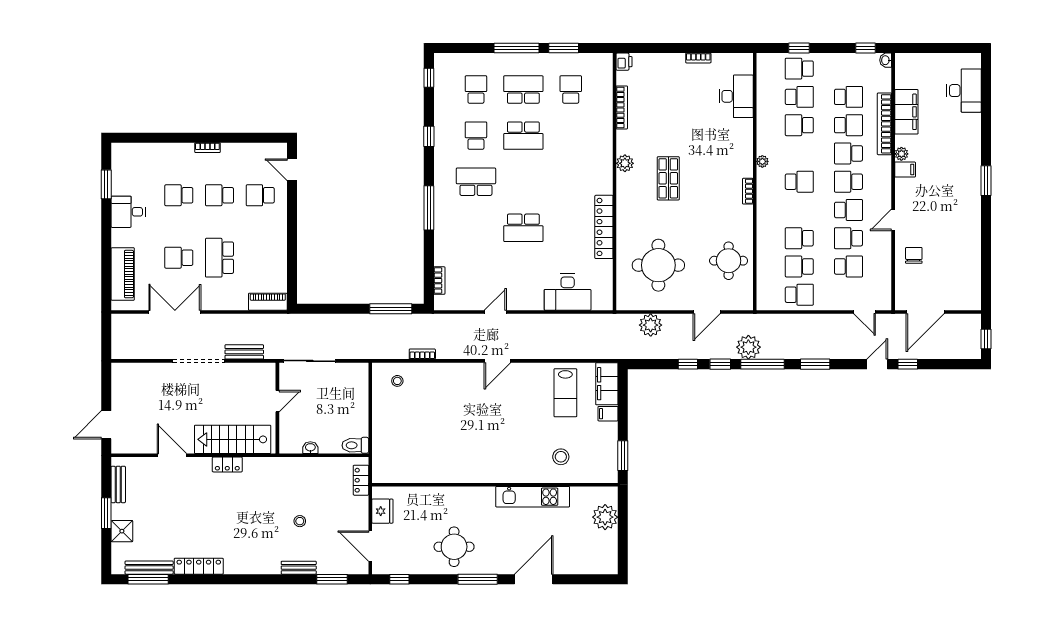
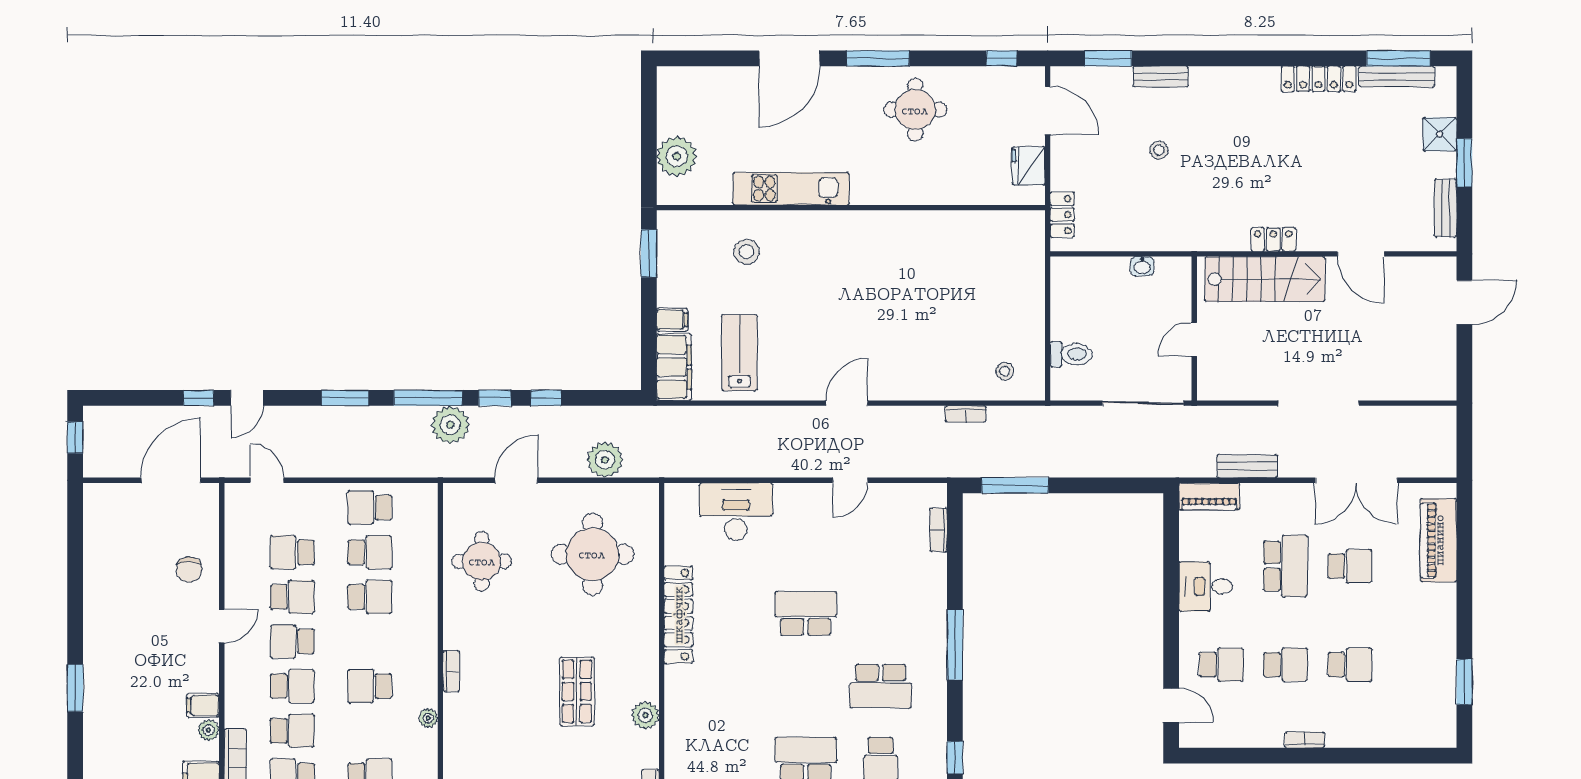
desk: (128, 212) -> (1206, 586), moved, turned 180
bench: (244, 352) -> (1247, 466), moved
toilet: (355, 445) -> (1071, 354), moved

